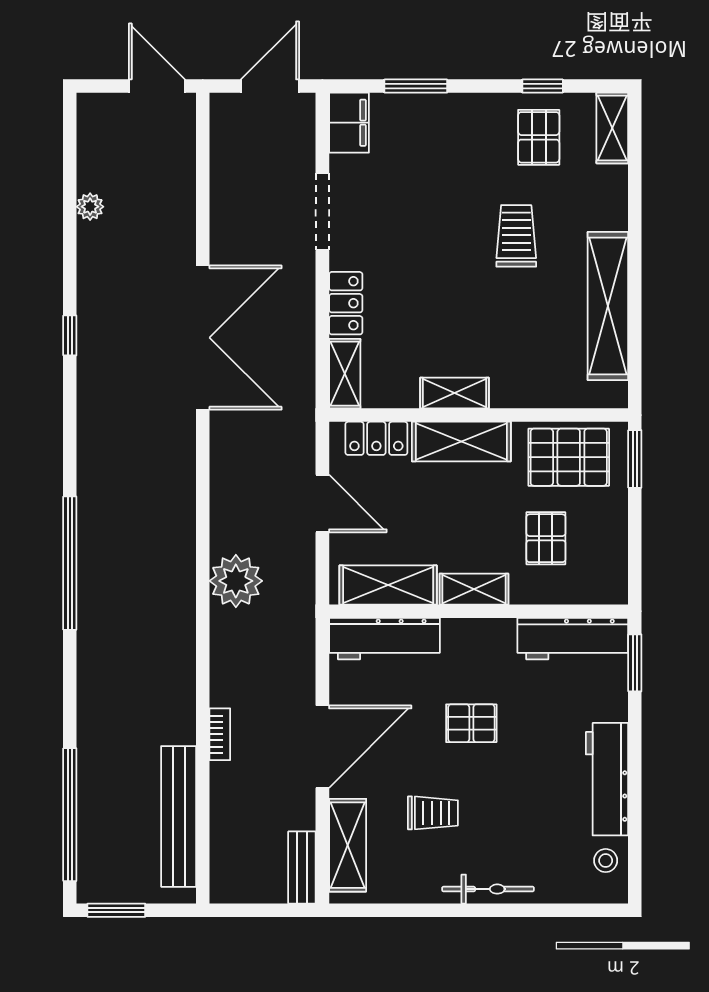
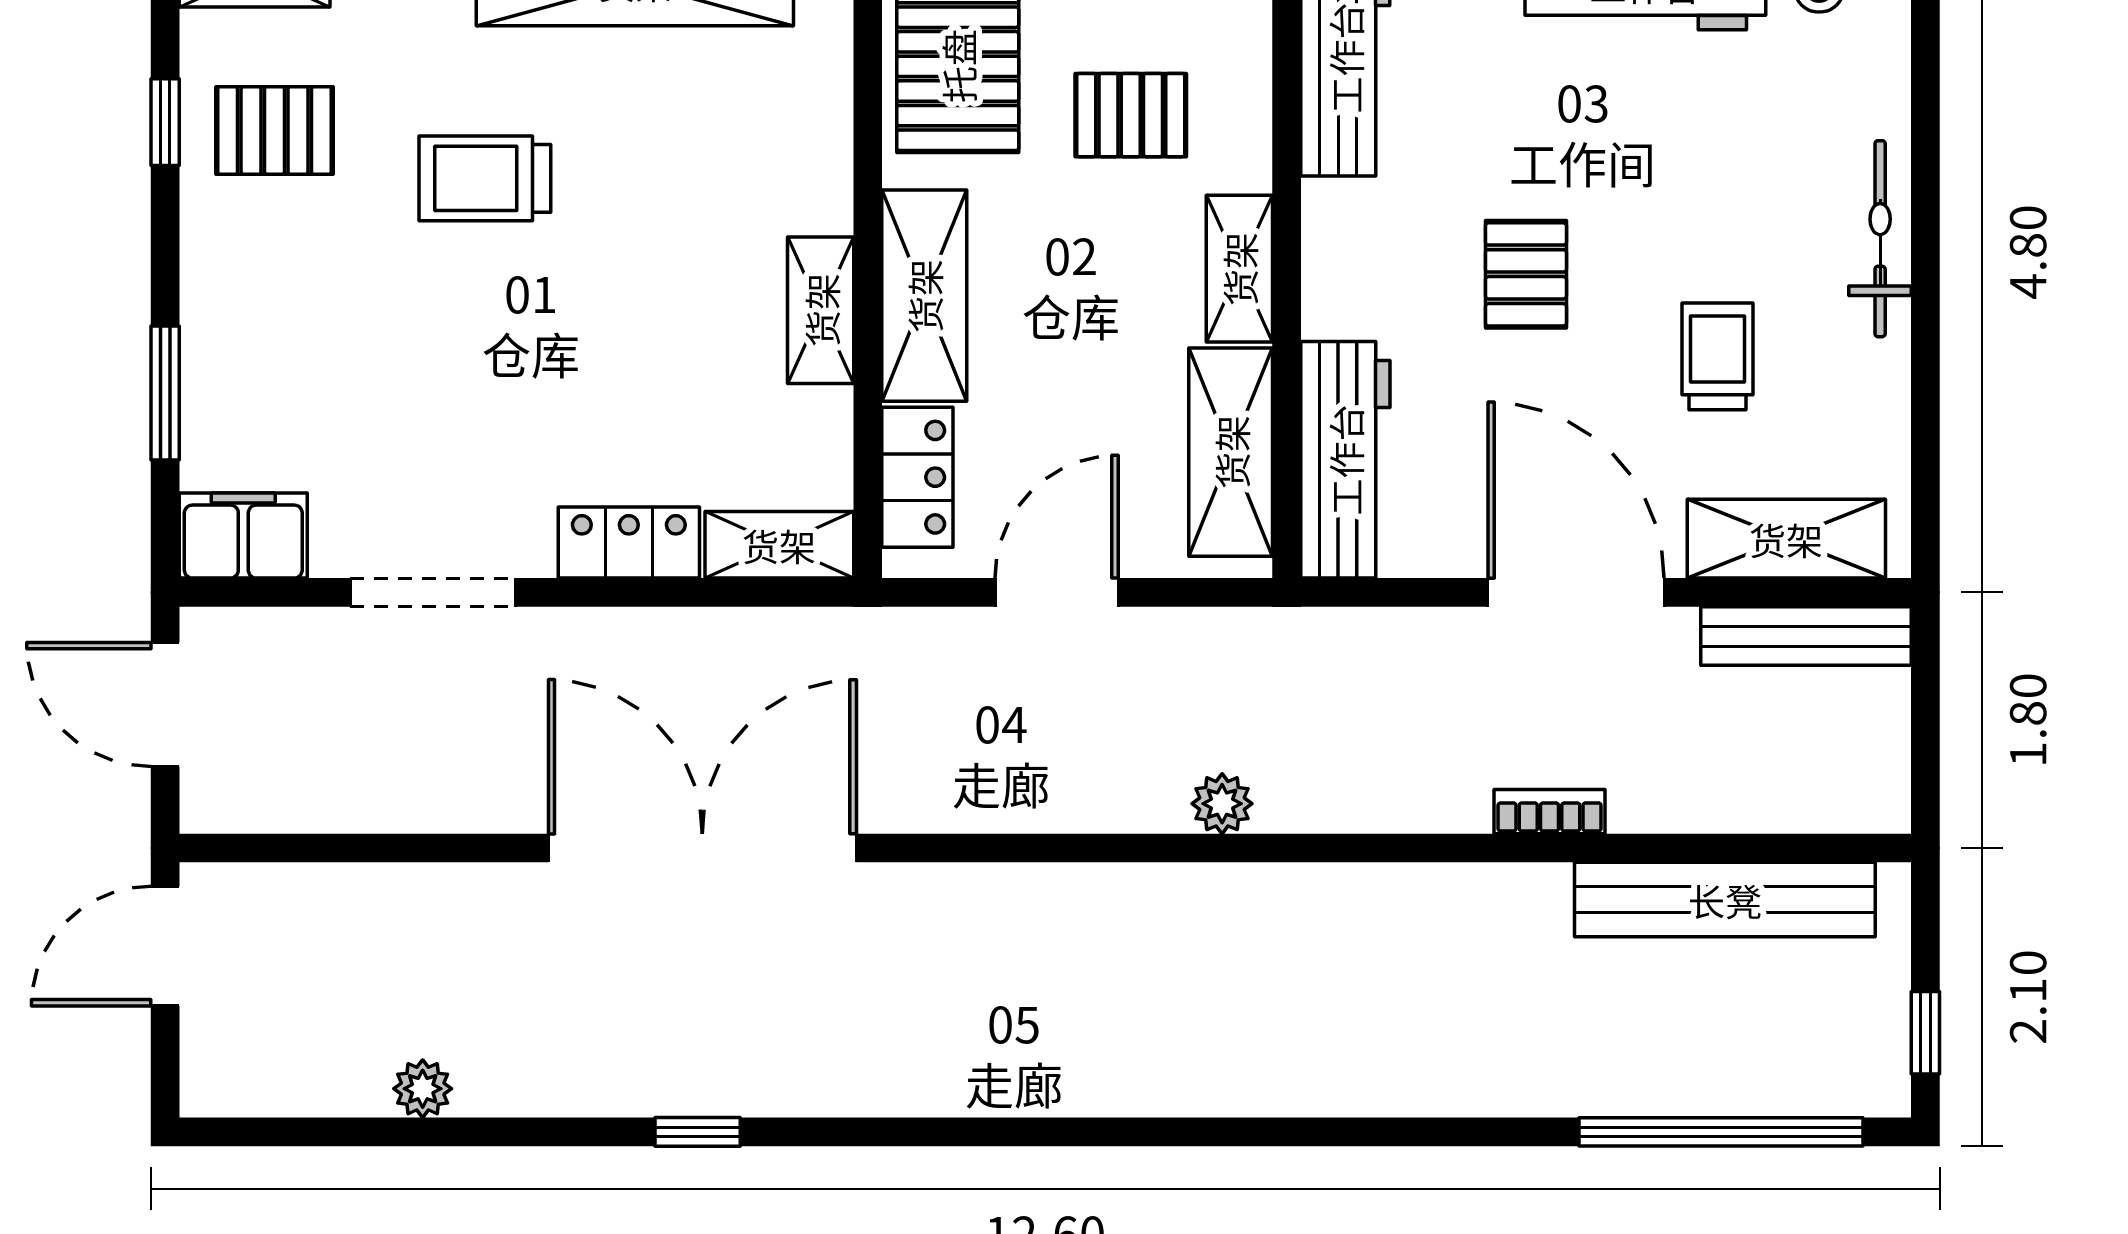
window: (70, 563) -> (1184, 1132), removed
plant: (236, 581) -> (1222, 804), width x0.53, depth x0.53
bench: (302, 868) -> (1806, 636), width x1.36
window: (116, 910) -> (1925, 1033), width x0.67

